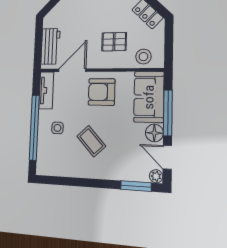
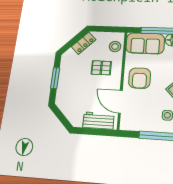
pallet: (114, 42) -> (101, 68), turned 90
tv unit: (46, 90) -> (135, 125), removed

